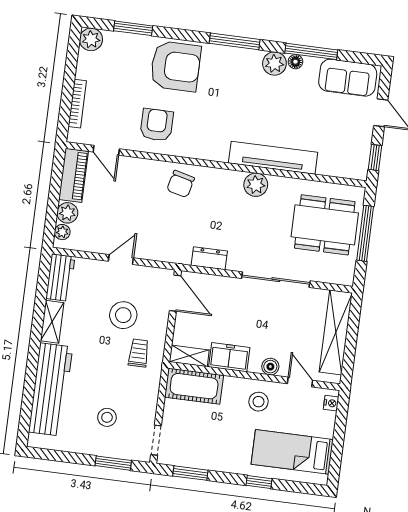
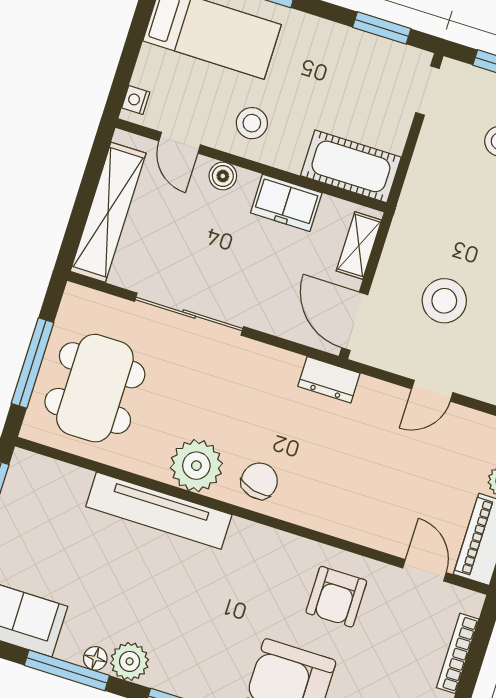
chair: (181, 184) -> (259, 481), moved
plant: (256, 185) -> (196, 466), width x1.36, depth x1.36
dining table: (325, 225) -> (95, 388), turned 90
dresser: (209, 258) -> (329, 380), moved
trolley: (139, 353) -> (430, 236), removed
shelving: (189, 356) -> (359, 245), moved, turned 90

